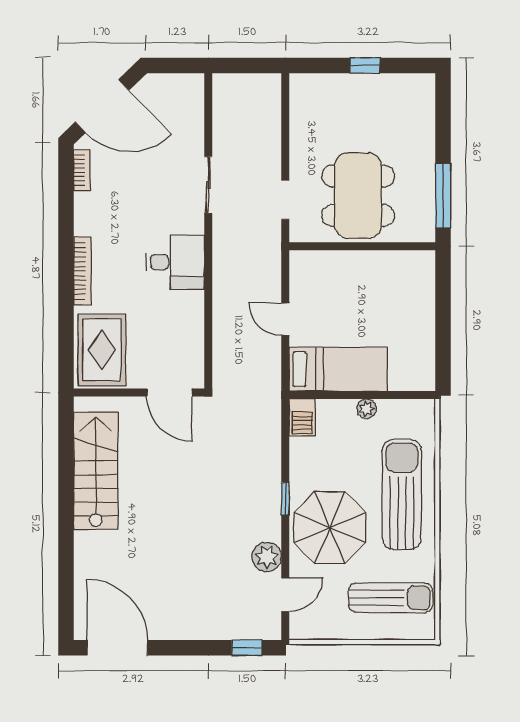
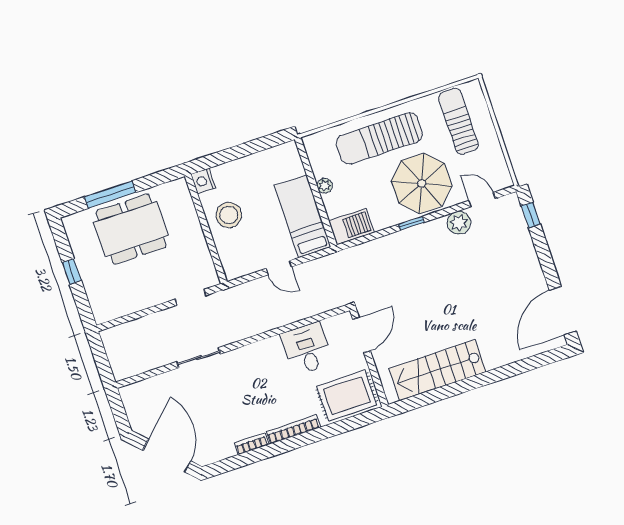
bookcase: (82, 170) -> (252, 444), moved
dining table: (358, 196) -> (131, 229), moved
window: (443, 196) -> (110, 195), moved
desk: (175, 262) -> (307, 349), moved
nightstand: (422, 263) -> (203, 181), added
stool: (370, 280) -> (229, 215), added
door: (285, 319) -> (279, 268), hinge flipped
barbecue: (302, 417) -> (351, 227), width x1.38, depth x1.27

